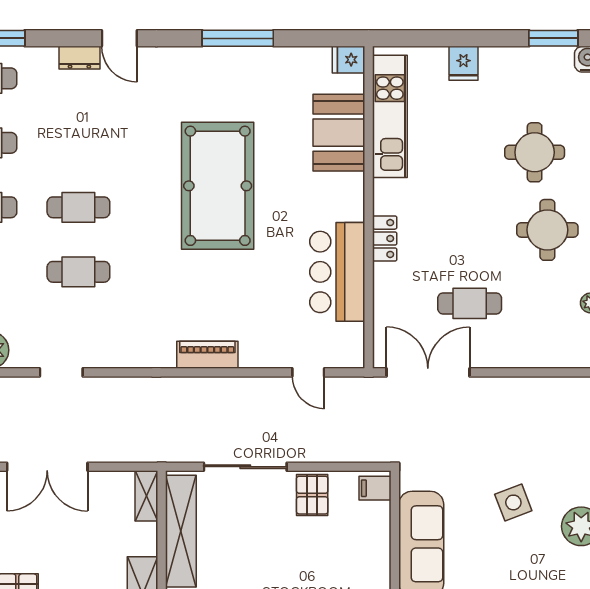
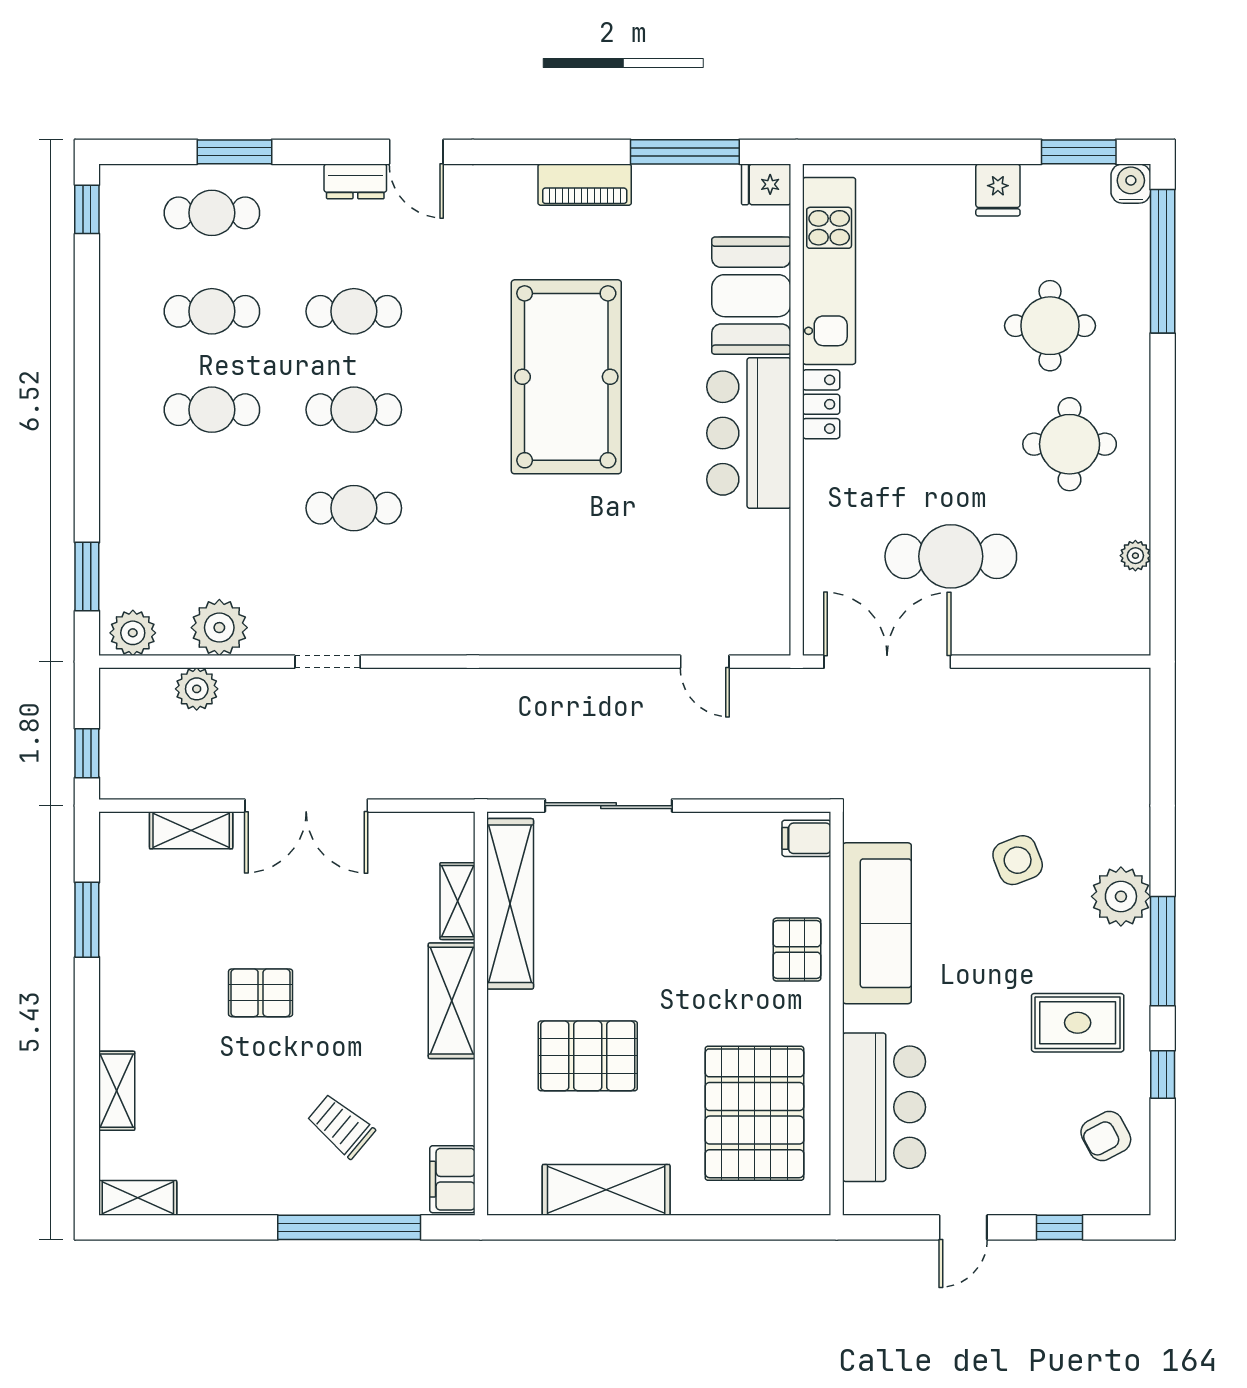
window: (238, 38) -> (685, 152), moved
fridge: (463, 63) -> (998, 190), moved
cafe table: (78, 143) -> (354, 311), added
locker: (385, 239) -> (821, 404), moved
bar counter: (337, 272) -> (749, 433), moved
cafe table: (470, 303) -> (951, 556), width x1.37, depth x1.35
piano: (207, 355) -> (585, 185), moved, turned 180
pallet: (312, 495) -> (797, 950), moved
shelving: (146, 496) -> (457, 901), moved

